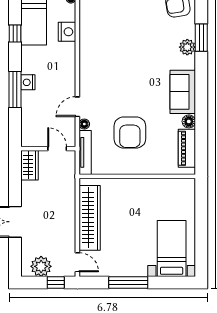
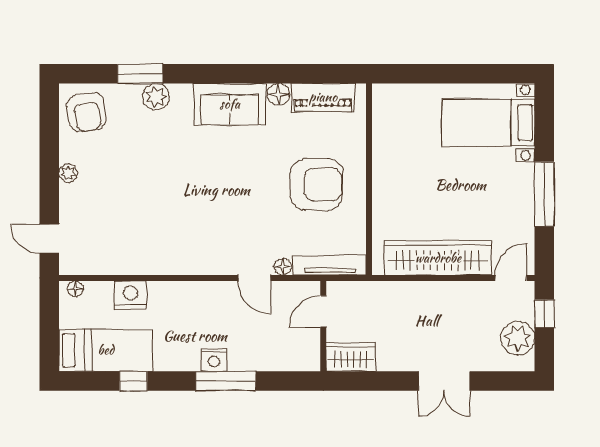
armchair: (130, 133) -> (316, 184), moved

